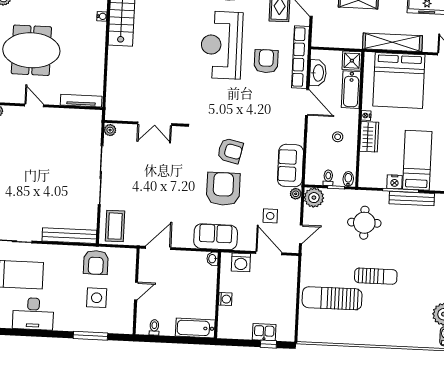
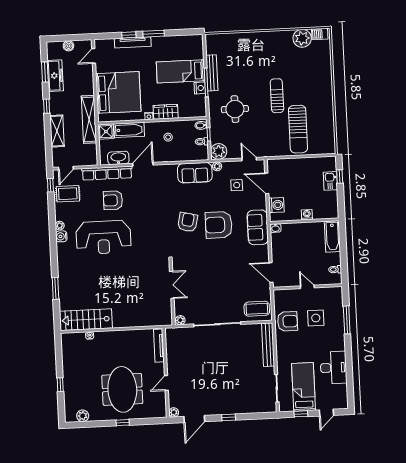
shelving: (392, 42) -> (89, 119), moved
door: (269, 253) -> (267, 183), hinge flipped

